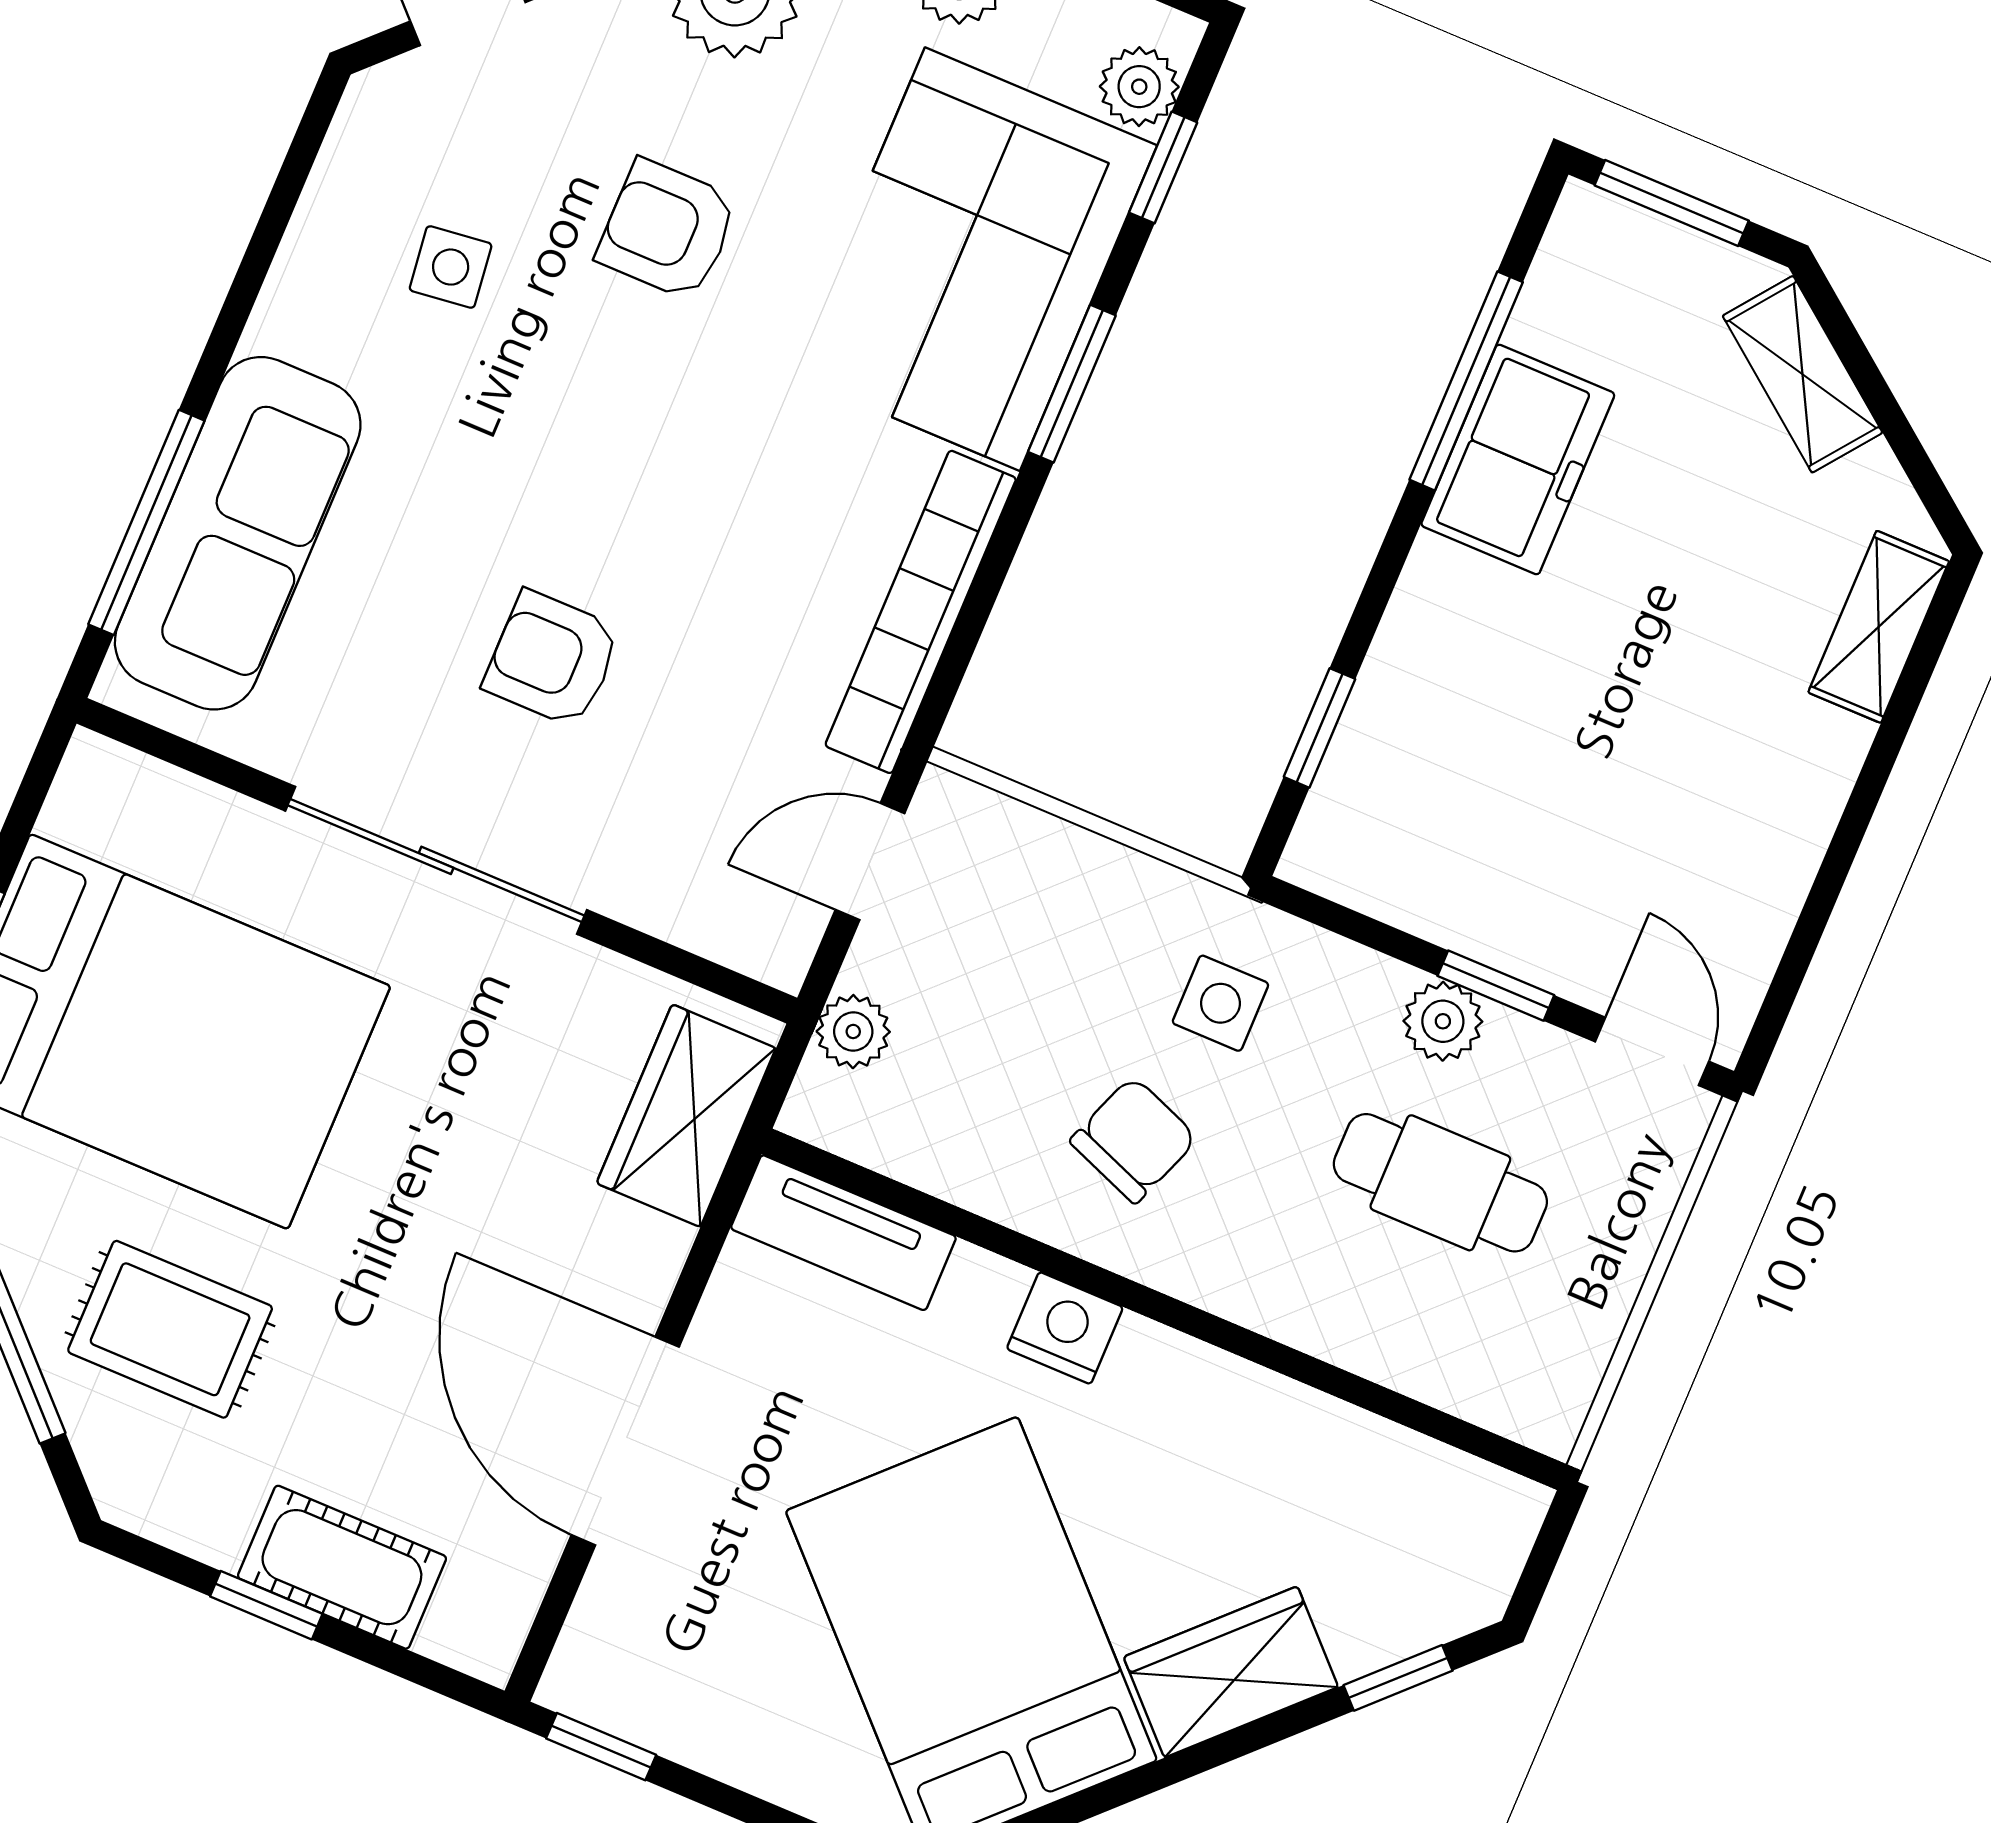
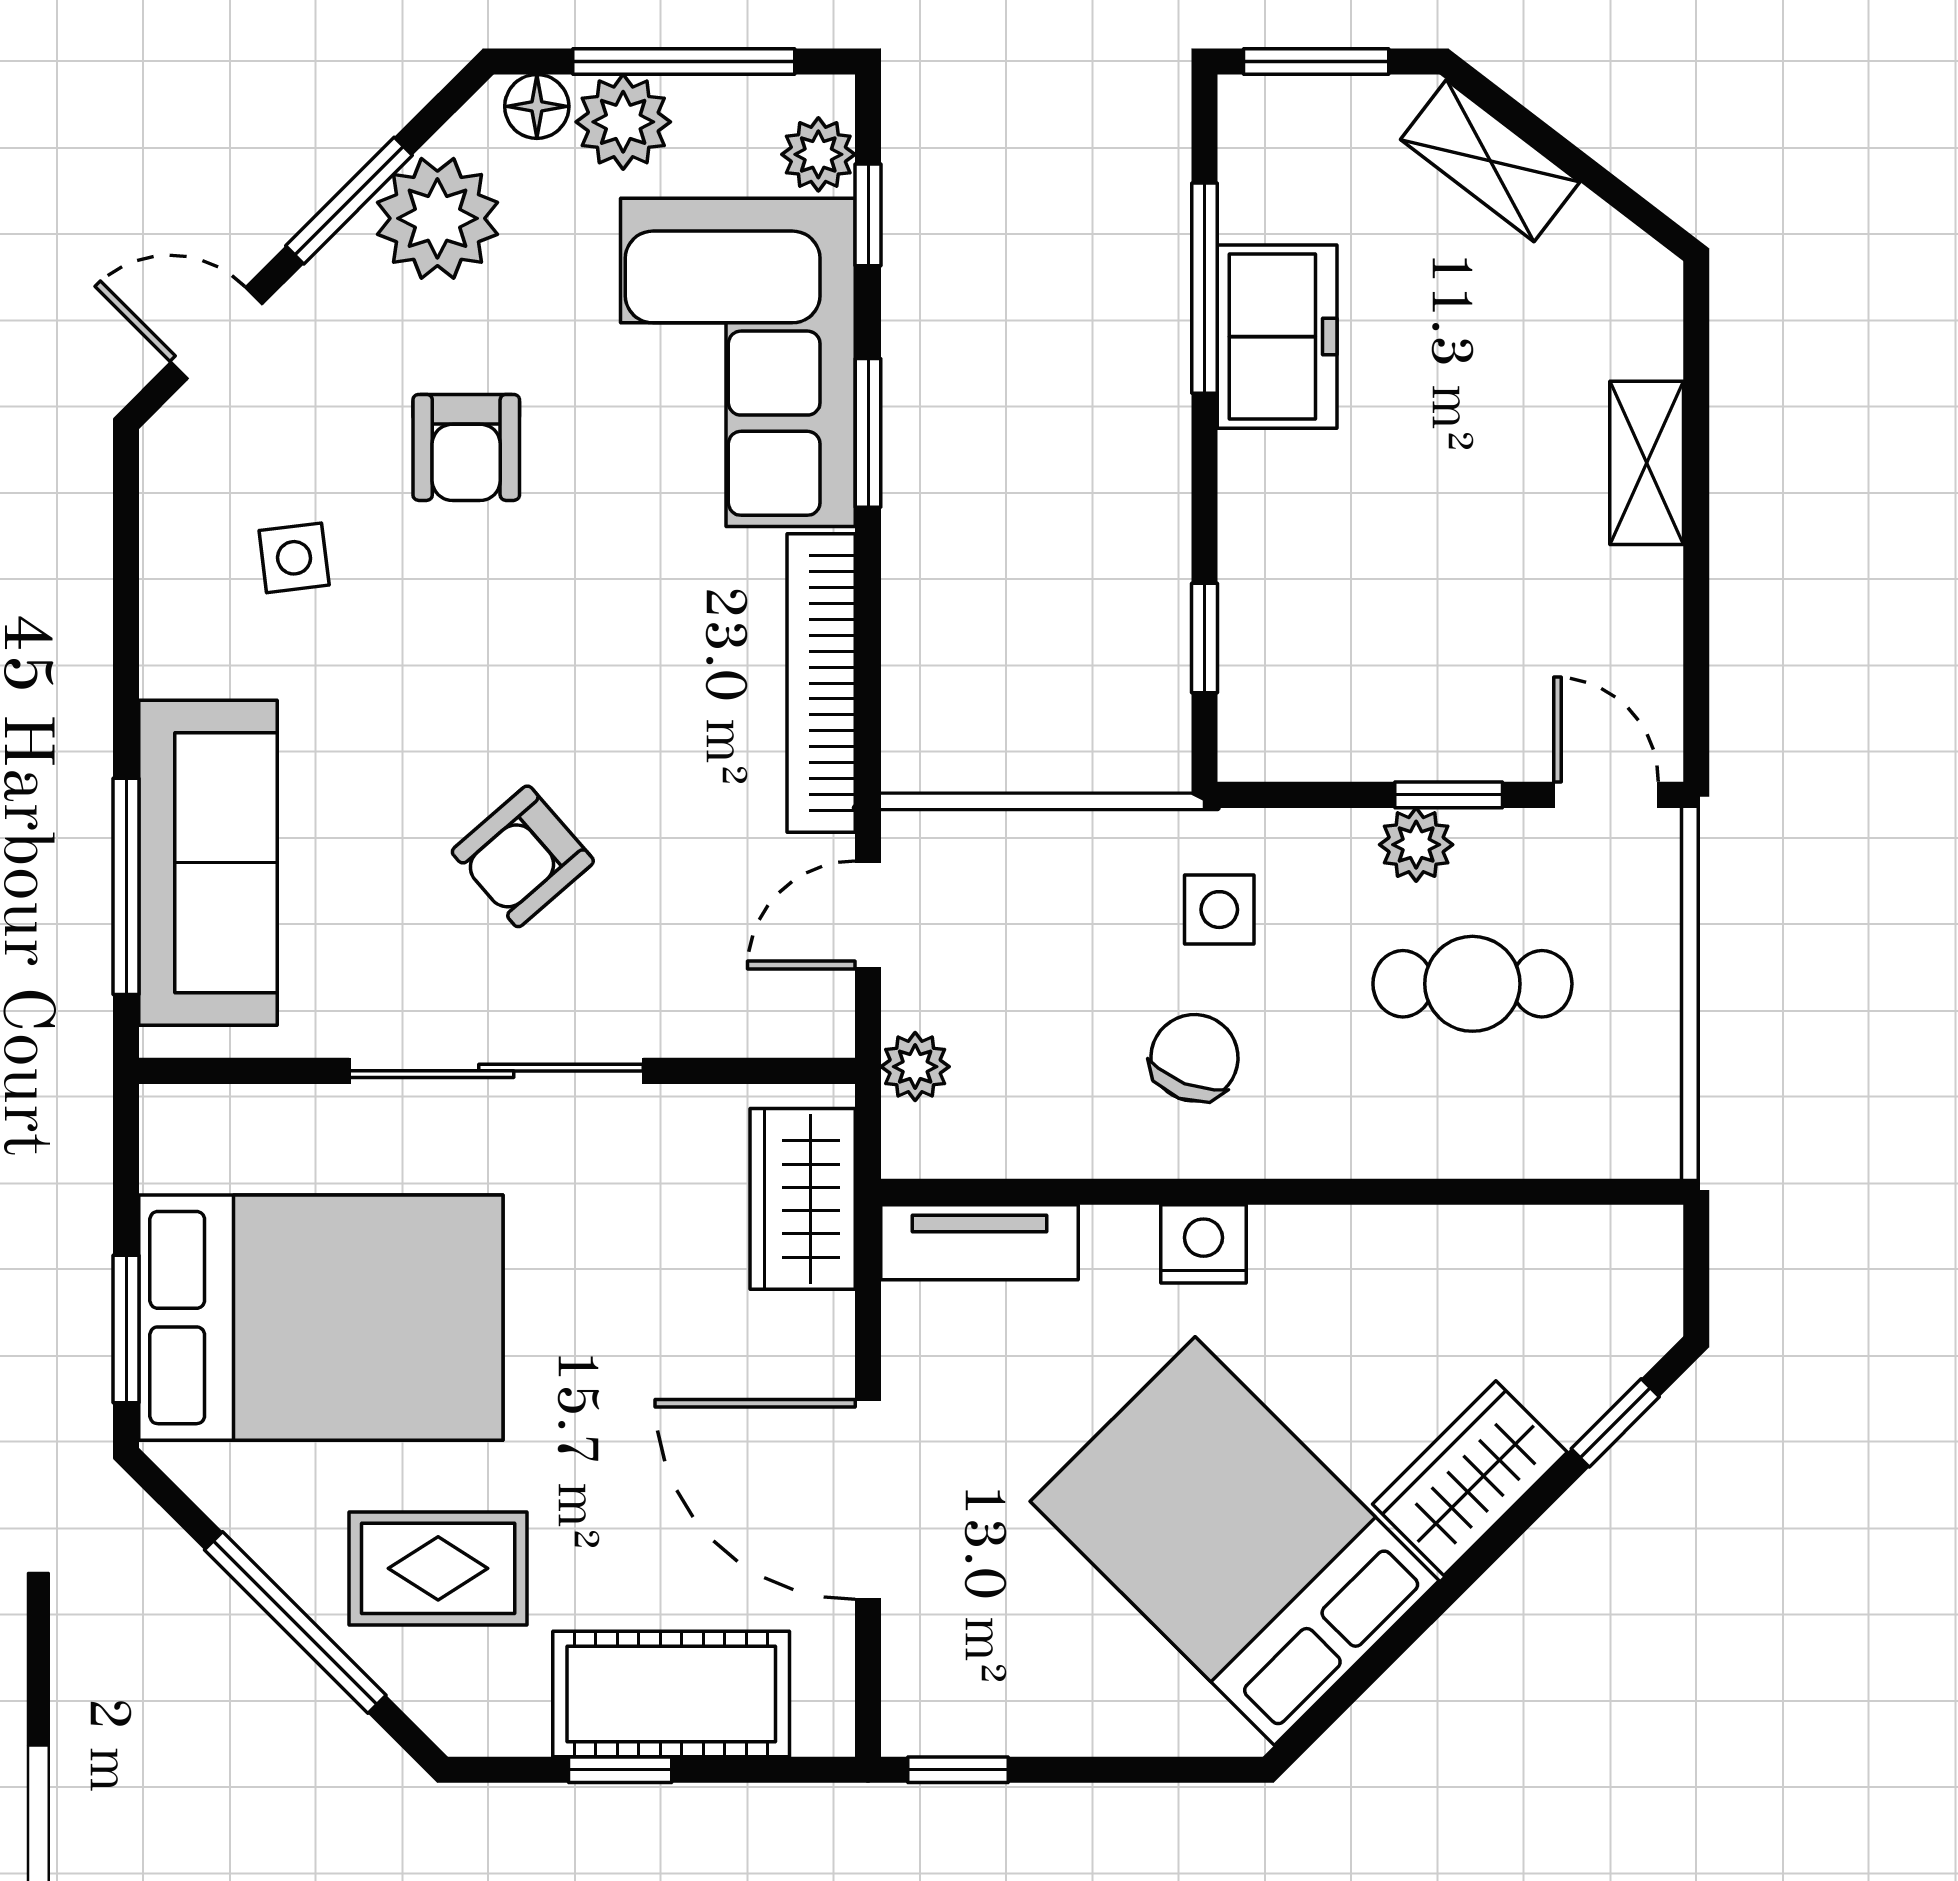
armchair: (668, 230) -> (466, 447), turned -90
shelving: (1879, 627) -> (1647, 463), moved
armchair: (552, 659) -> (523, 856), turned -41
cot: (342, 1567) -> (671, 1694), width x1.37, depth x1.34

